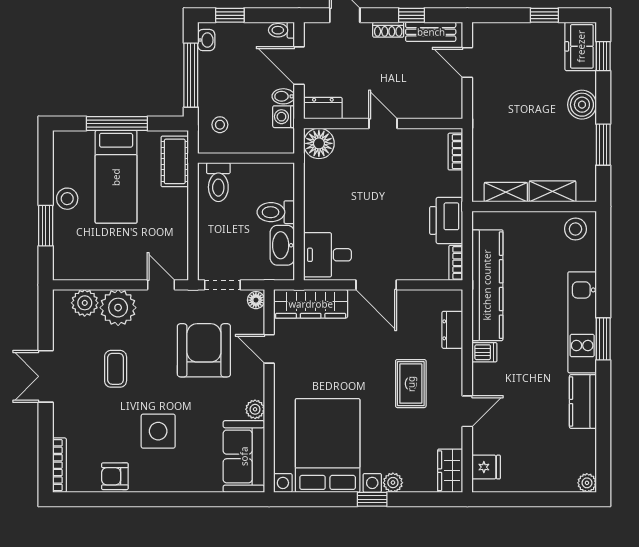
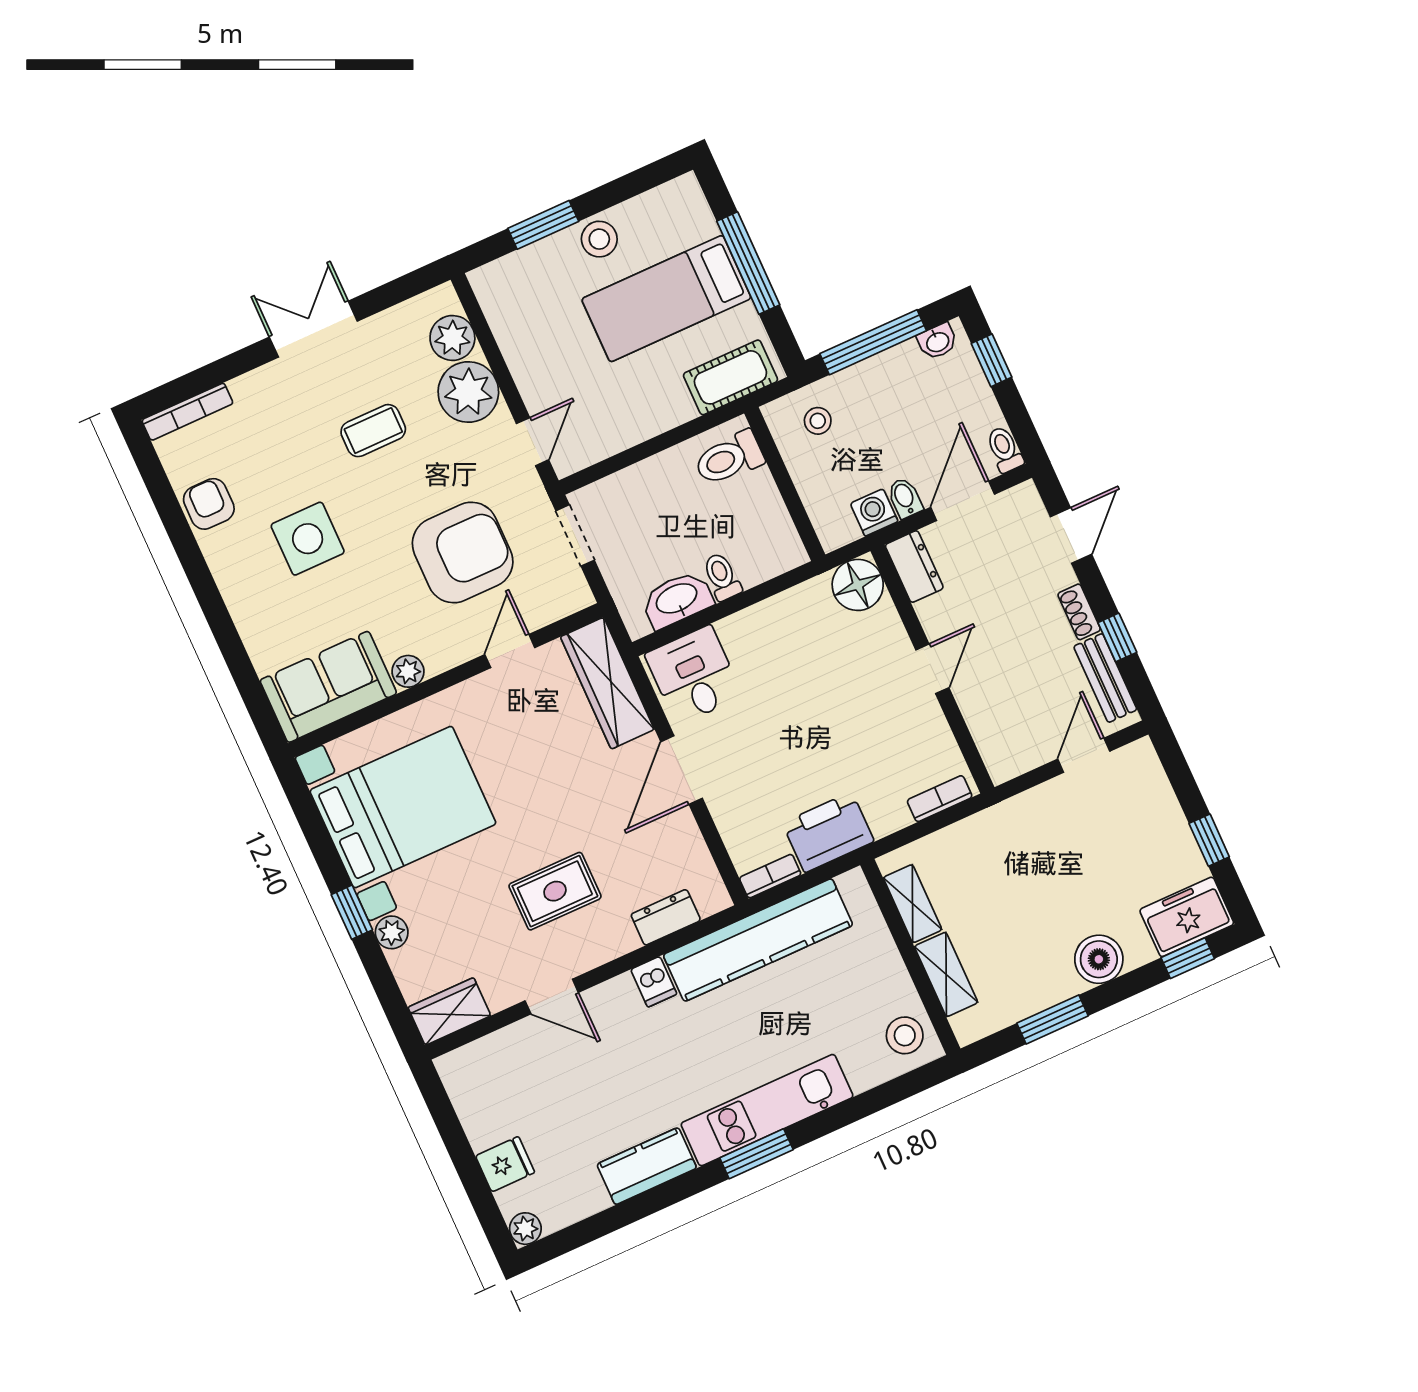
toilet: (276, 212) -> (722, 577), width x0.73, depth x0.72
floor lamp: (256, 300) -> (575, 597), removed
fridge: (486, 467) -> (505, 1164), moved, turned -90

